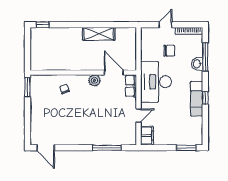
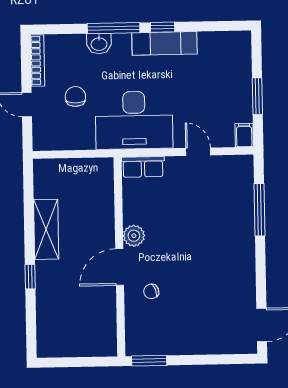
window: (42, 25) -> (30, 277), moved
window: (205, 57) -> (114, 28), moved
door: (114, 73) -> (120, 267), moved
filing cabinet: (147, 136) -> (244, 135), width x0.50
window: (186, 148) -> (257, 96), moved

